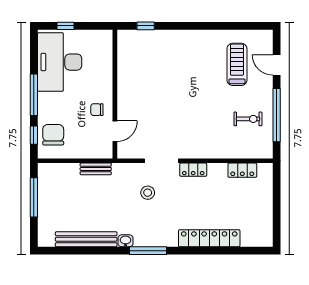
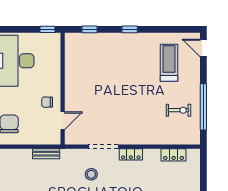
window: (65, 26) -> (48, 29), moved
window: (192, 26) -> (130, 29), added
door: (277, 65) -> (203, 48), moved

